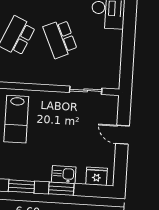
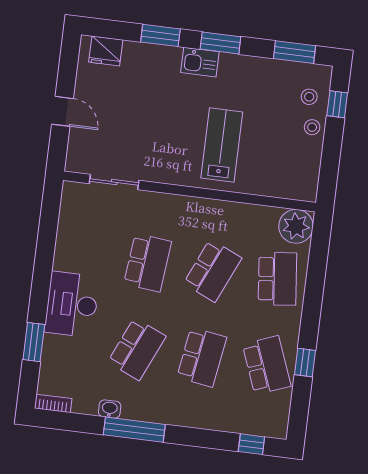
school desk: (60, 39) -> (148, 263), turned 30
kitchen sink: (64, 175) -> (200, 62), moved

